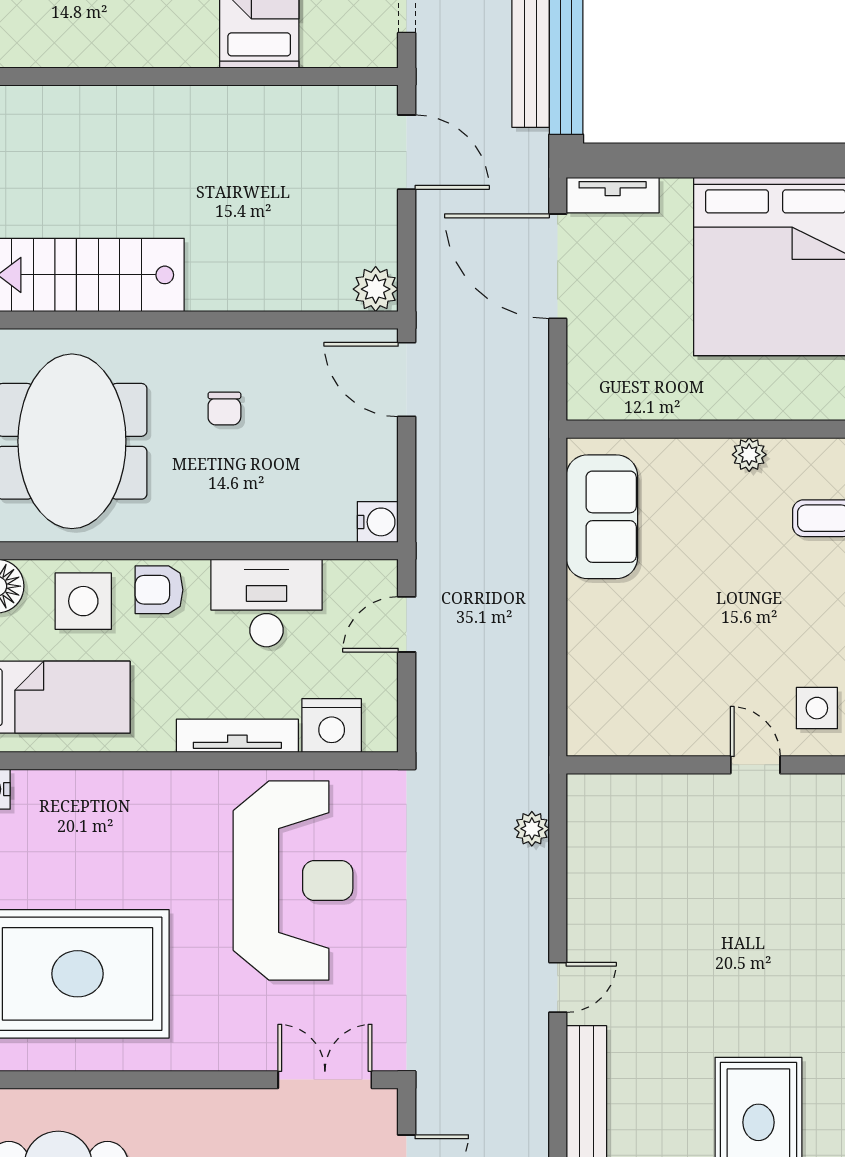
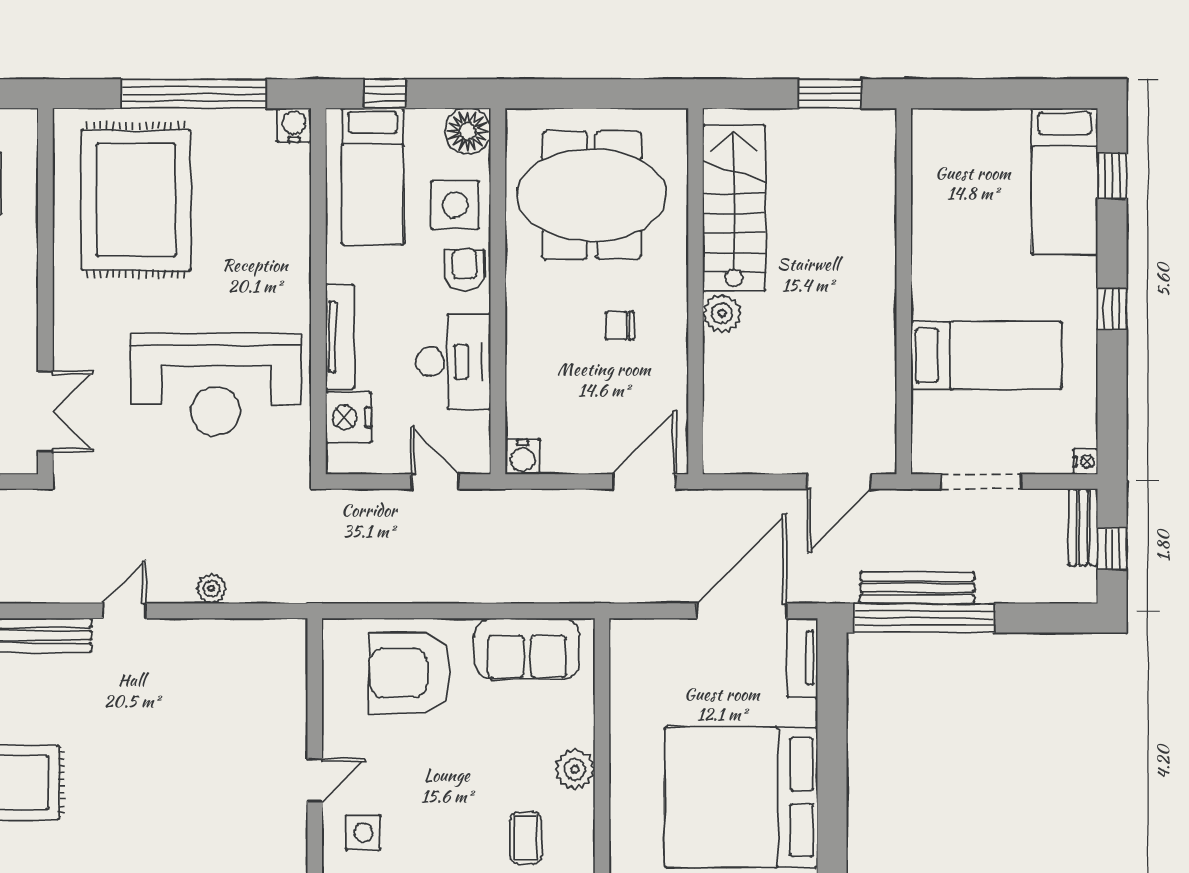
plant: (376, 289) -> (722, 313), moved
plant: (749, 455) -> (575, 769), width x1.38, depth x1.38
armchair: (630, 654) -> (410, 673), added
plant: (532, 829) -> (211, 589), moved
door: (558, 987) -> (124, 611), swing flipped

